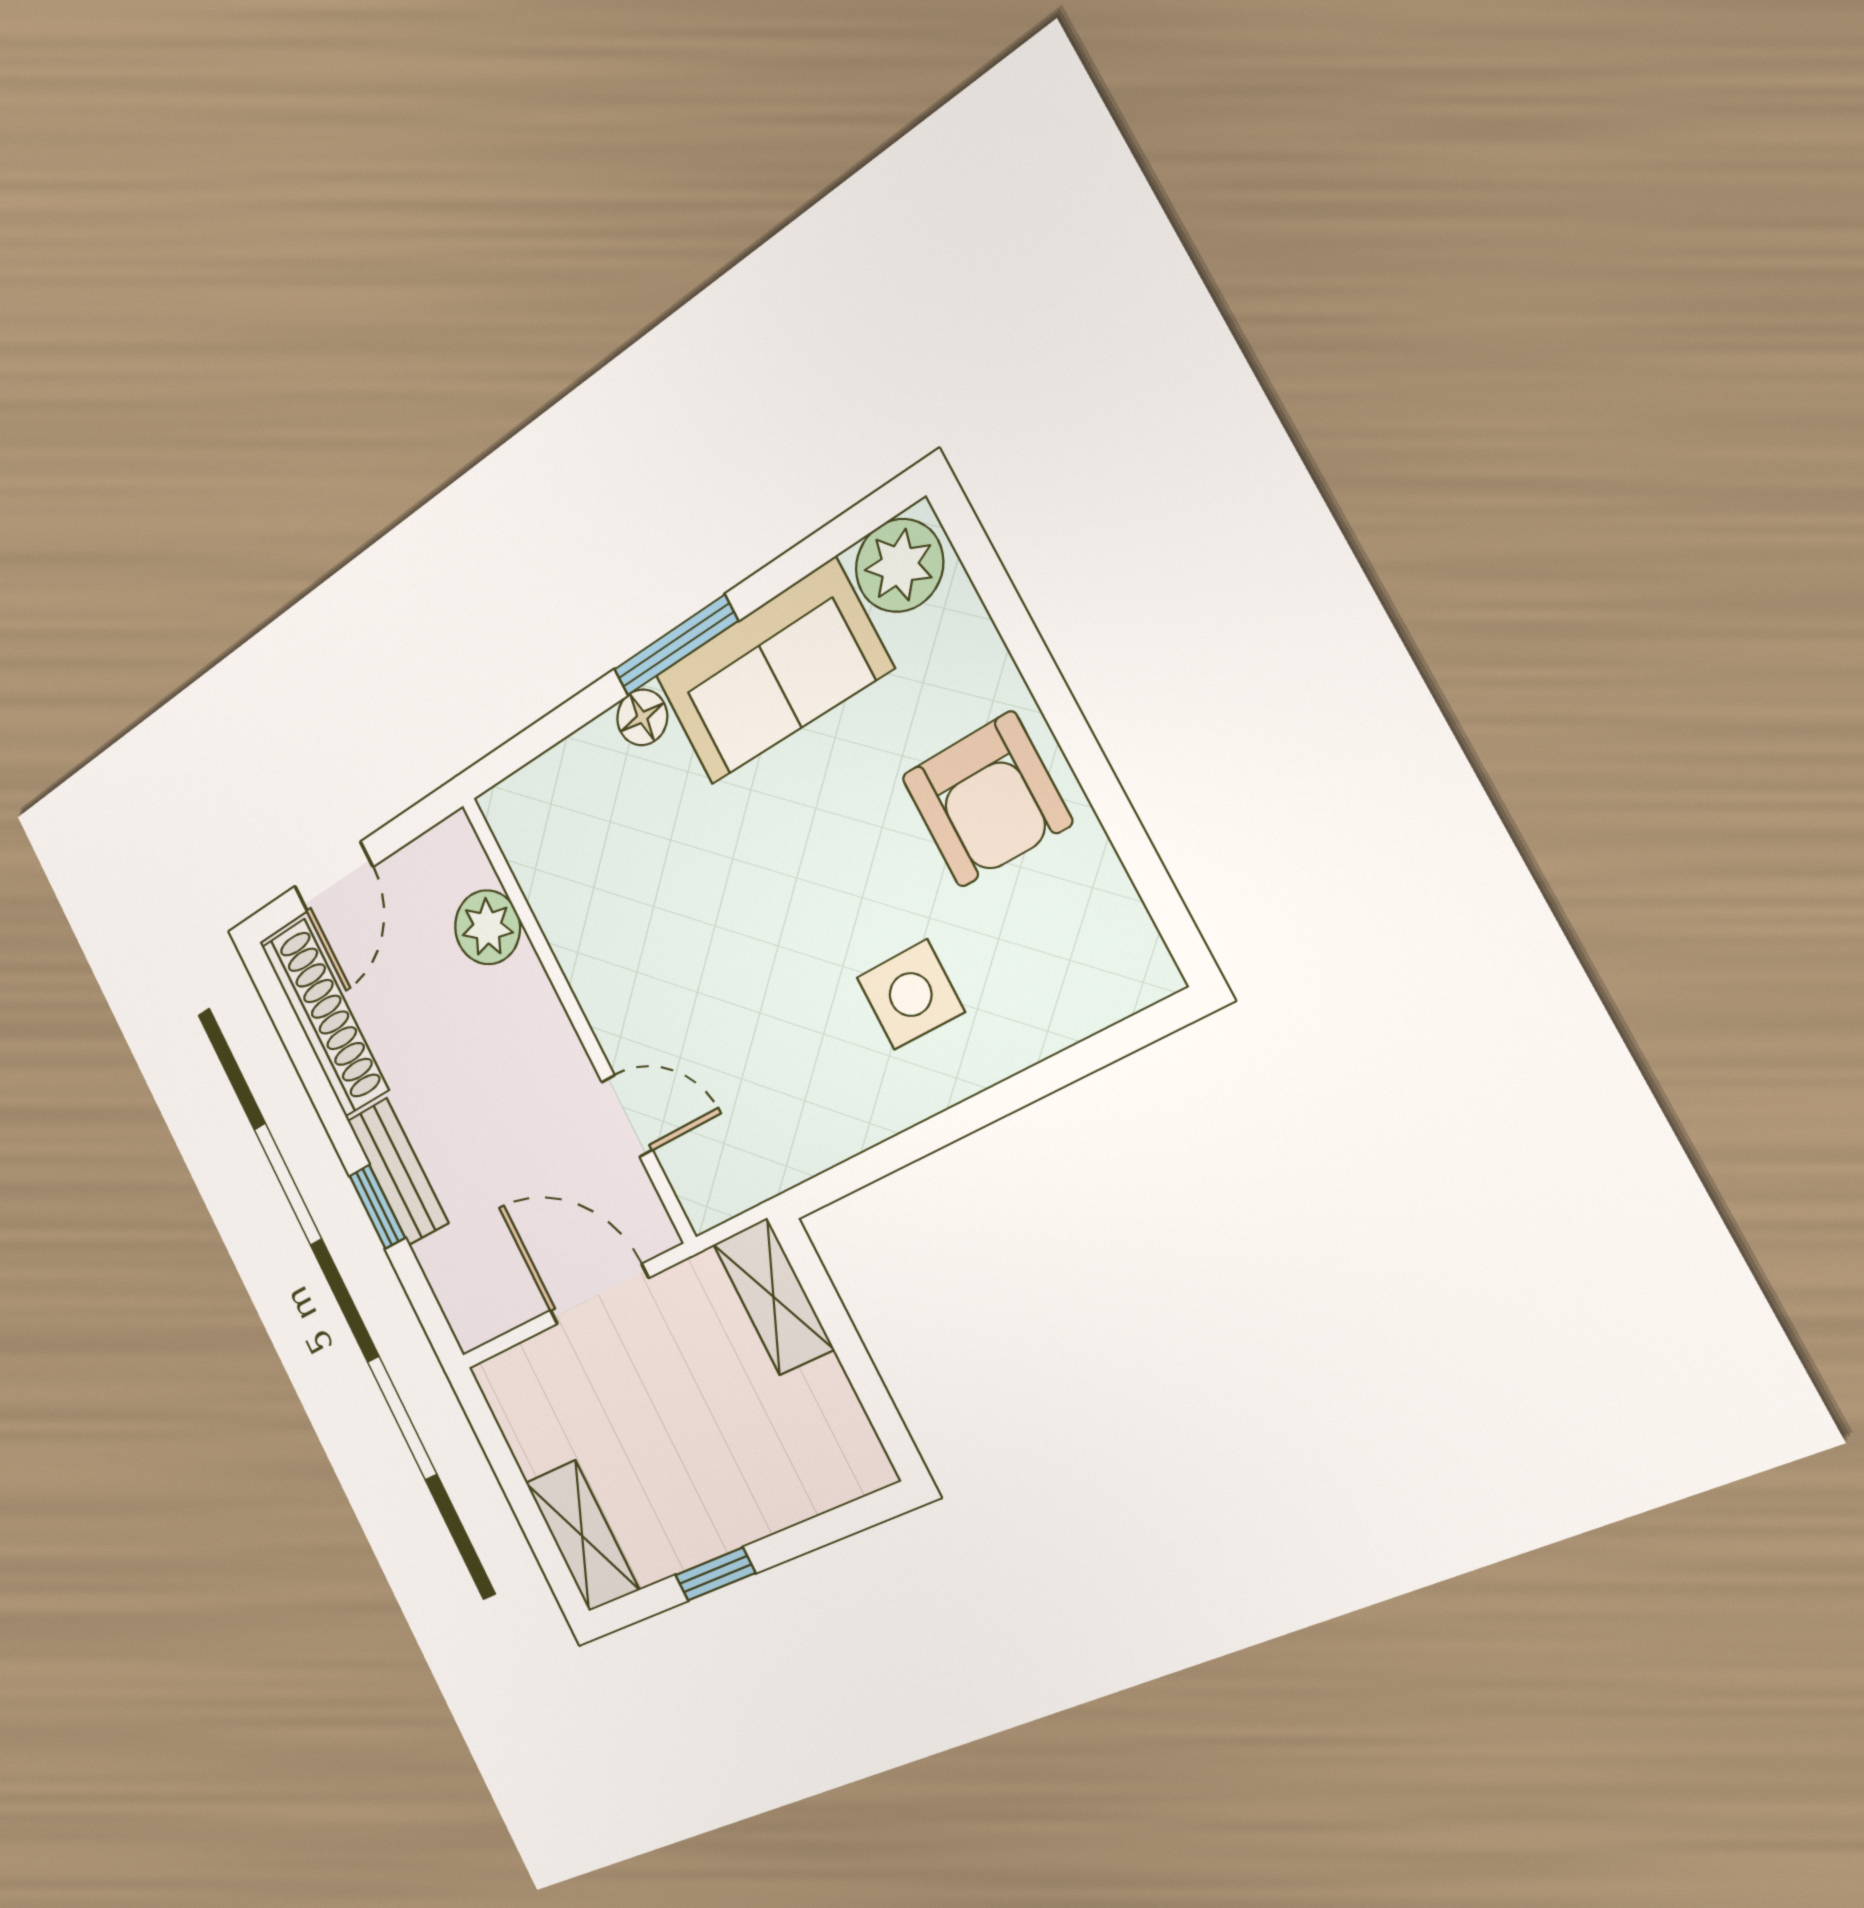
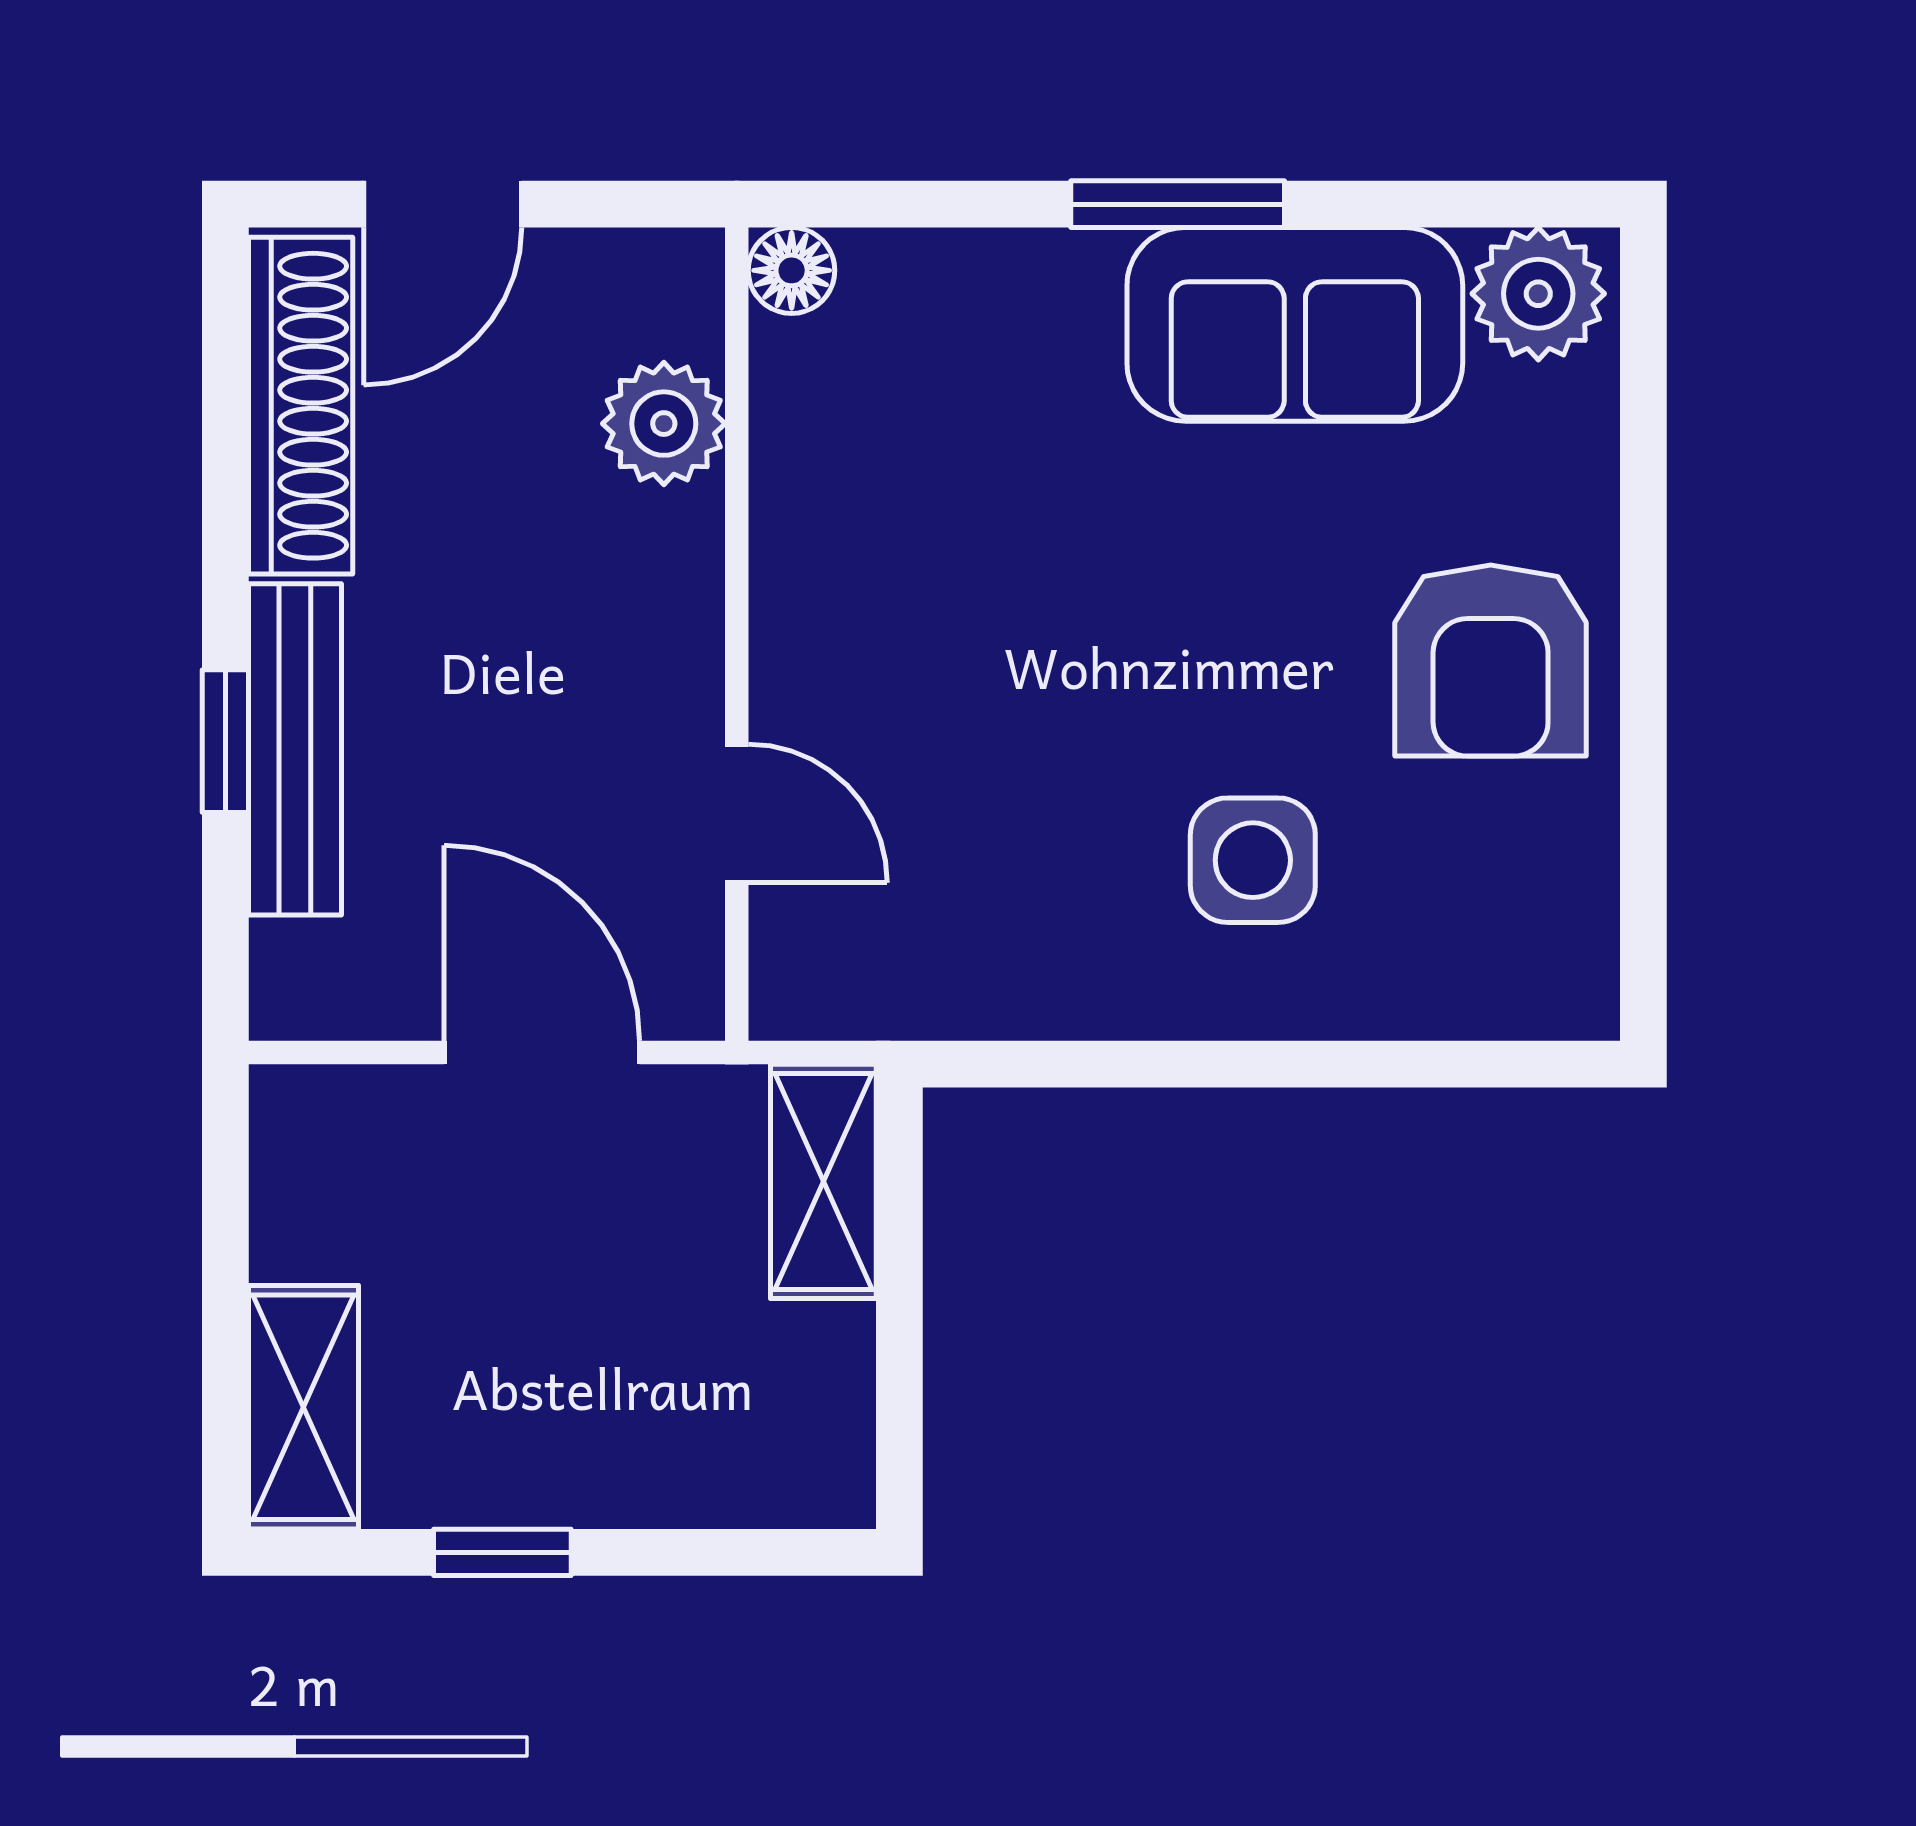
floor lamp: (642, 717) -> (792, 270), moved
bench: (398, 1172) -> (295, 749), width x1.36

